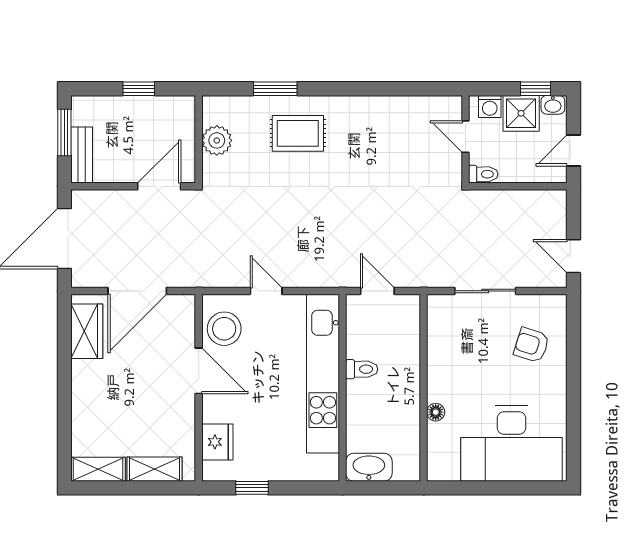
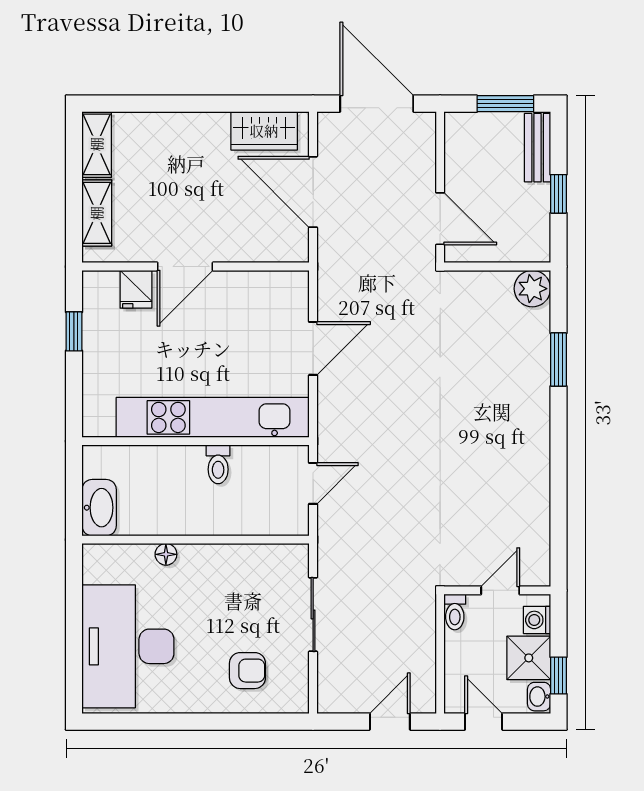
rug: (298, 133) -> (504, 387), removed
plant: (217, 140) -> (532, 289), moved
bench: (82, 155) -> (538, 148), moved, turned 90
door: (574, 256) -> (390, 722), moved
door: (266, 291) -> (313, 348), width x1.38
stool: (224, 329) -> (267, 298), removed
armchair: (531, 345) -> (247, 671), turned 72
door: (199, 371) -> (185, 267), moved
fridge: (217, 442) -> (136, 289), width x0.72
washbasin: (369, 467) -> (99, 508), moved

